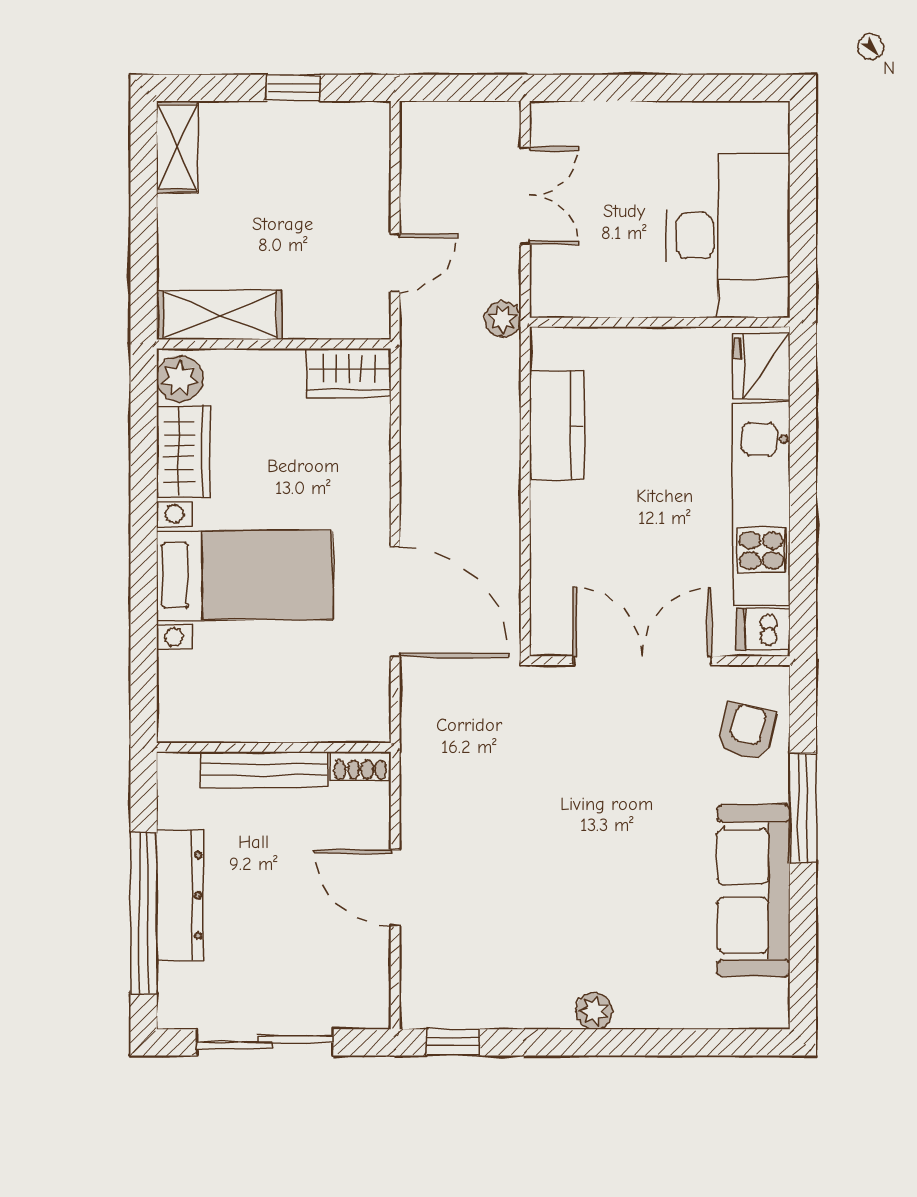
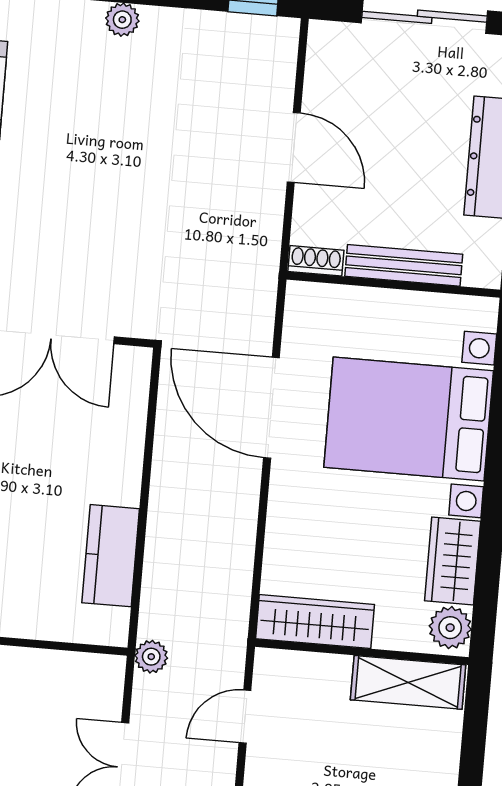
wardrobe: (349, 373) -> (315, 622), width x1.50
bed with nightstands: (244, 575) -> (409, 419), width x1.36

